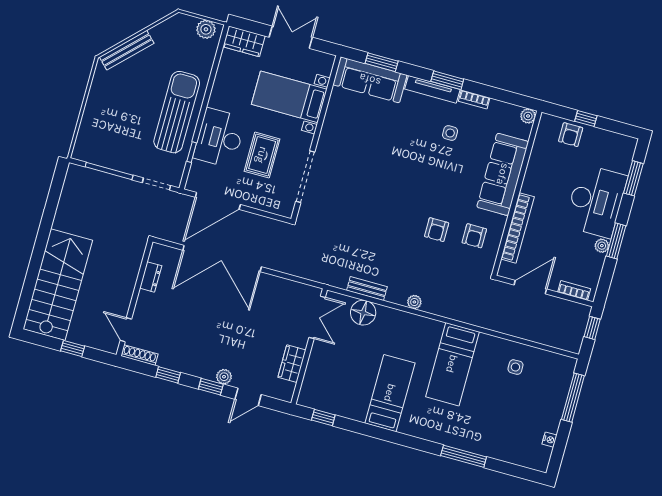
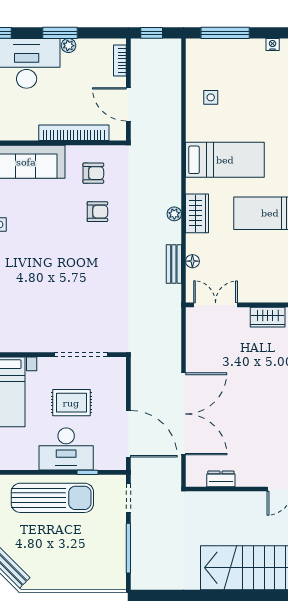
sun lounger: (177, 112) -> (52, 498), turned 180
floor lamp: (363, 313) -> (192, 261), width x0.53, depth x0.53
wardrobe: (409, 324) -> (197, 213), added

